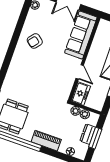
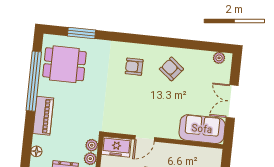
sofa: (81, 35) -> (202, 129), width x0.73
armchair: (27, 67) -> (134, 67), added

